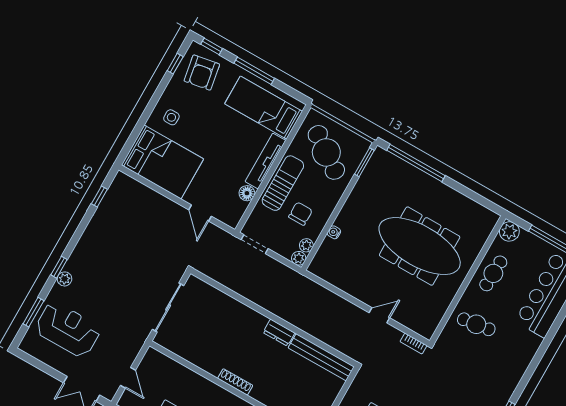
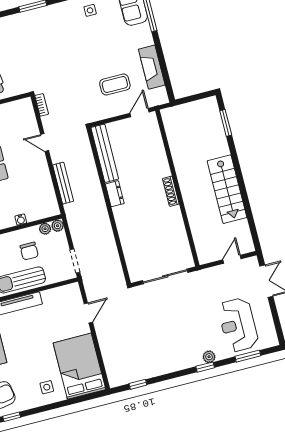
floor lamp: (247, 193) -> (48, 296), removed
chair: (301, 214) -> (29, 251), turned -90
bench: (330, 298) -> (63, 183), added

